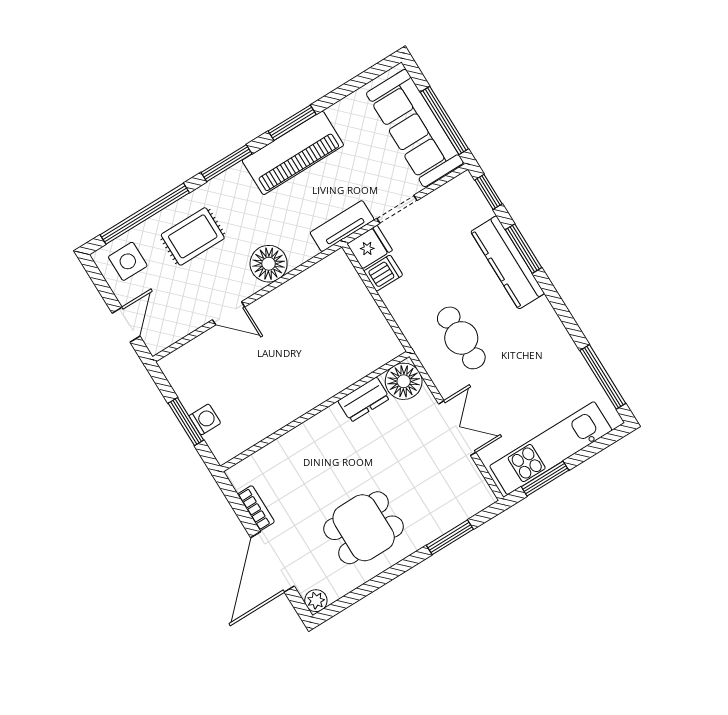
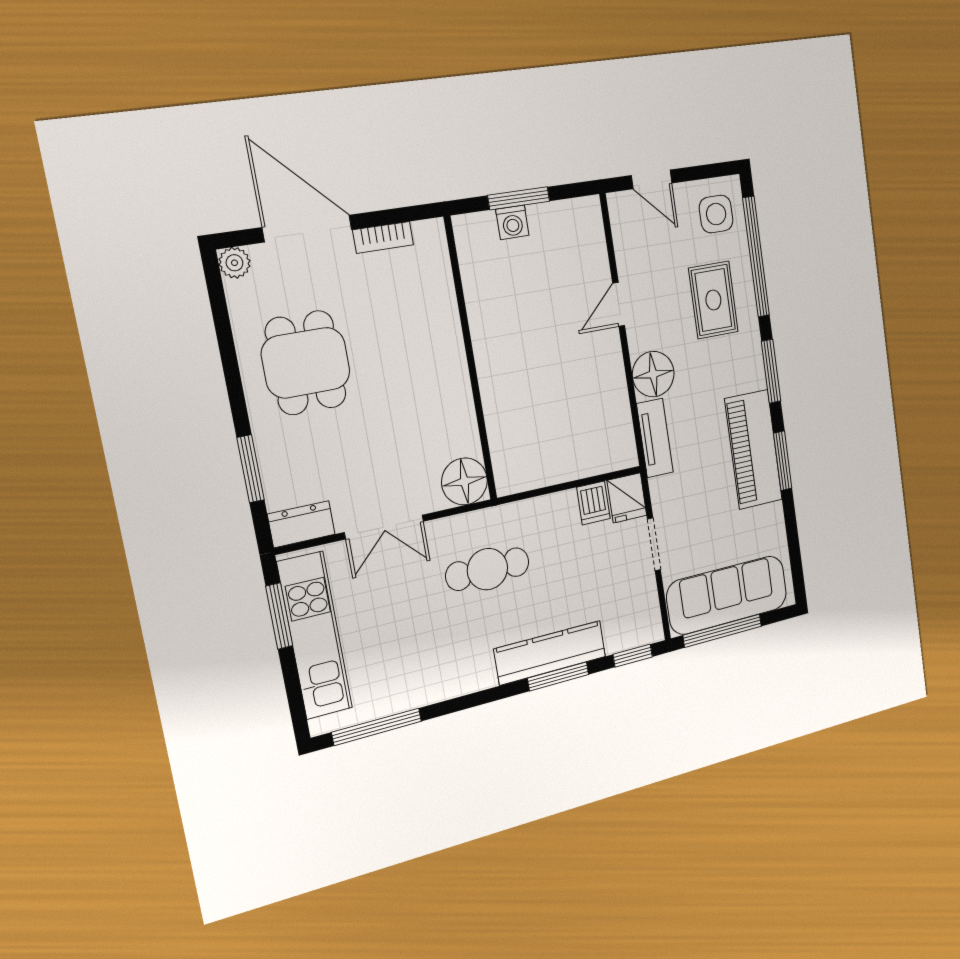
tv unit: (342, 226) -> (655, 438), moved
dresser: (364, 400) -> (301, 524), moved, turned 90

